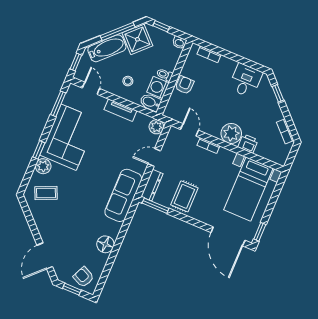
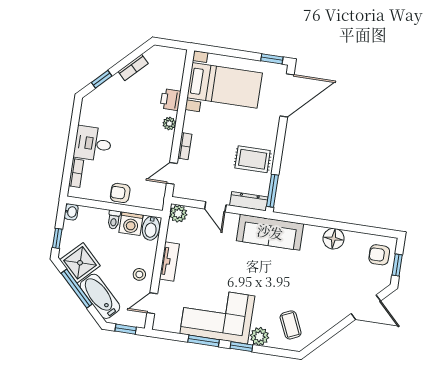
desk: (245, 80) -> (93, 144), moved
stool: (128, 81) -> (139, 274), moved
window: (58, 104) -> (204, 341), moved
bookcase: (285, 131) -> (133, 67), moved
plant: (231, 134) -> (169, 124), width x0.53, depth x0.53
armchair: (83, 277) -> (379, 255), turned 65

